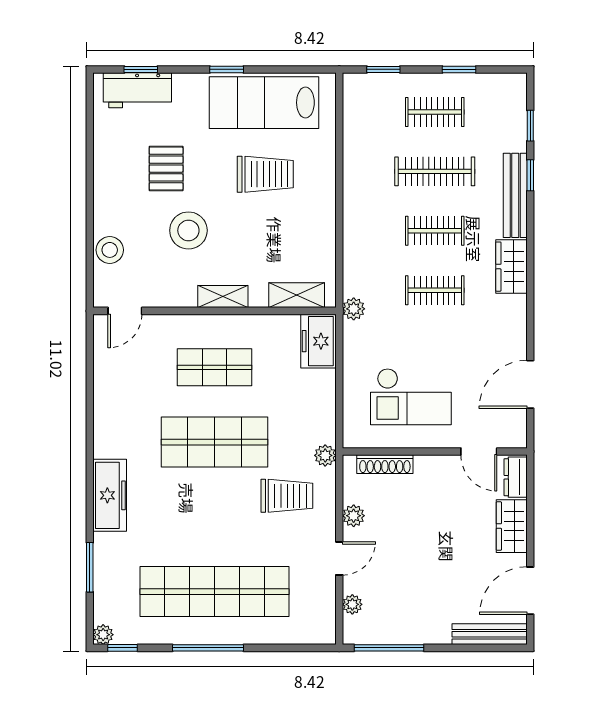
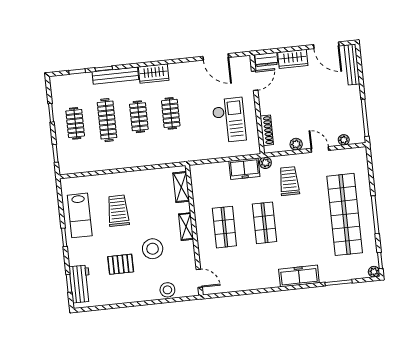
lab bench: (264, 103) -> (80, 215), width x0.73, depth x0.72
plant: (354, 309) -> (185, 156), removed
freezer: (318, 341) -> (244, 169), moved
shop shelf: (215, 442) -> (264, 223), width x0.70, depth x0.74

